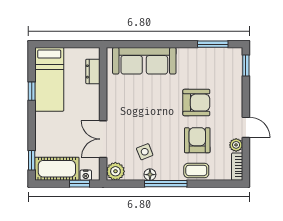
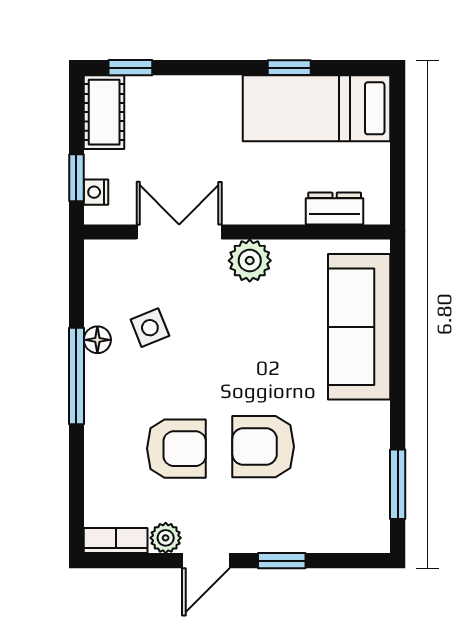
window: (246, 66) -> (282, 561), moved
armchair: (196, 103) -> (263, 447), turned 90
cot: (57, 169) -> (104, 112), width x0.73, depth x0.75
coffee table: (196, 170) -> (107, 446), removed
plant: (115, 171) -> (250, 261), moved

